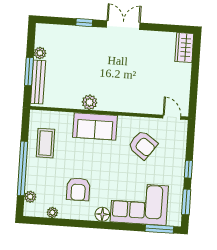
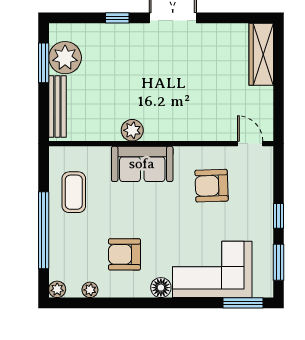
wardrobe: (184, 48) -> (261, 54), width x1.50
plant: (40, 53) -> (65, 58), width x1.88, depth x1.88
window: (29, 72) -> (44, 63), moved
armchair: (143, 145) -> (212, 186), turned 142
armchair: (78, 189) -> (124, 254), turned 90
plant: (30, 197) -> (57, 289), moved

